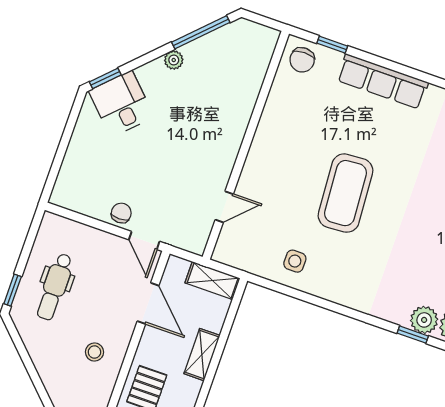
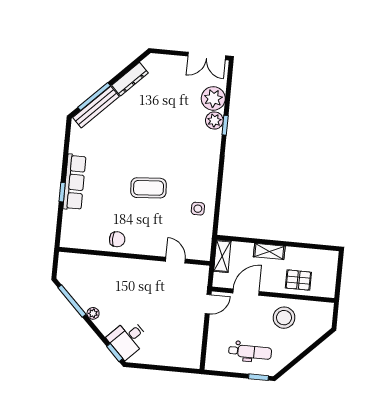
window: (332, 45) -> (62, 192), moved
chair: (302, 60) -> (117, 239), moved
coffee table: (345, 193) -> (149, 188), width x0.73, depth x0.76
chair: (121, 213) -> (195, 322), removed
stool: (94, 352) -> (284, 318), width x1.89, depth x1.89

